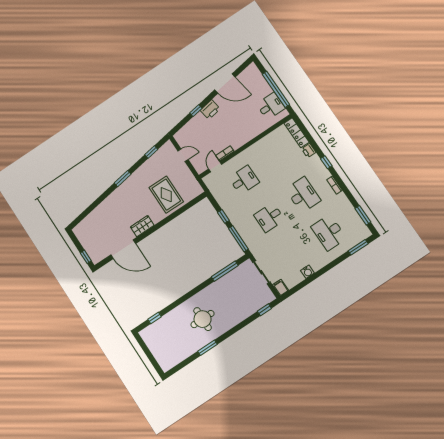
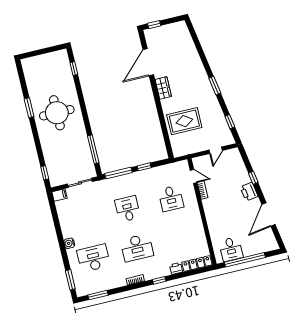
water cooler: (307, 272) -> (69, 243), moved
round table: (203, 319) -> (57, 113), width x1.36, depth x1.36

